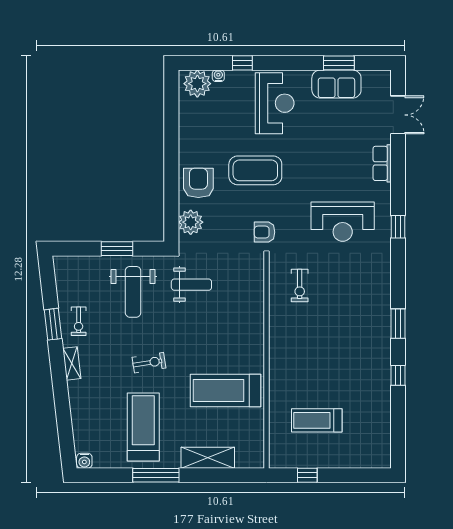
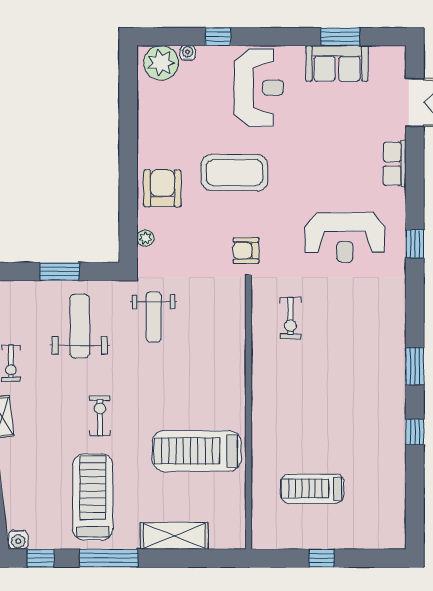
plant: (191, 222) -> (145, 238), width x0.53, depth x0.53
weight bench: (191, 285) -> (154, 317), turned 90
weight bench: (133, 292) -> (80, 326), turned 180
exercise bike: (149, 363) -> (100, 416), turned -81
window: (102, 475) -> (41, 558), added
window: (307, 475) -> (322, 558), moved

